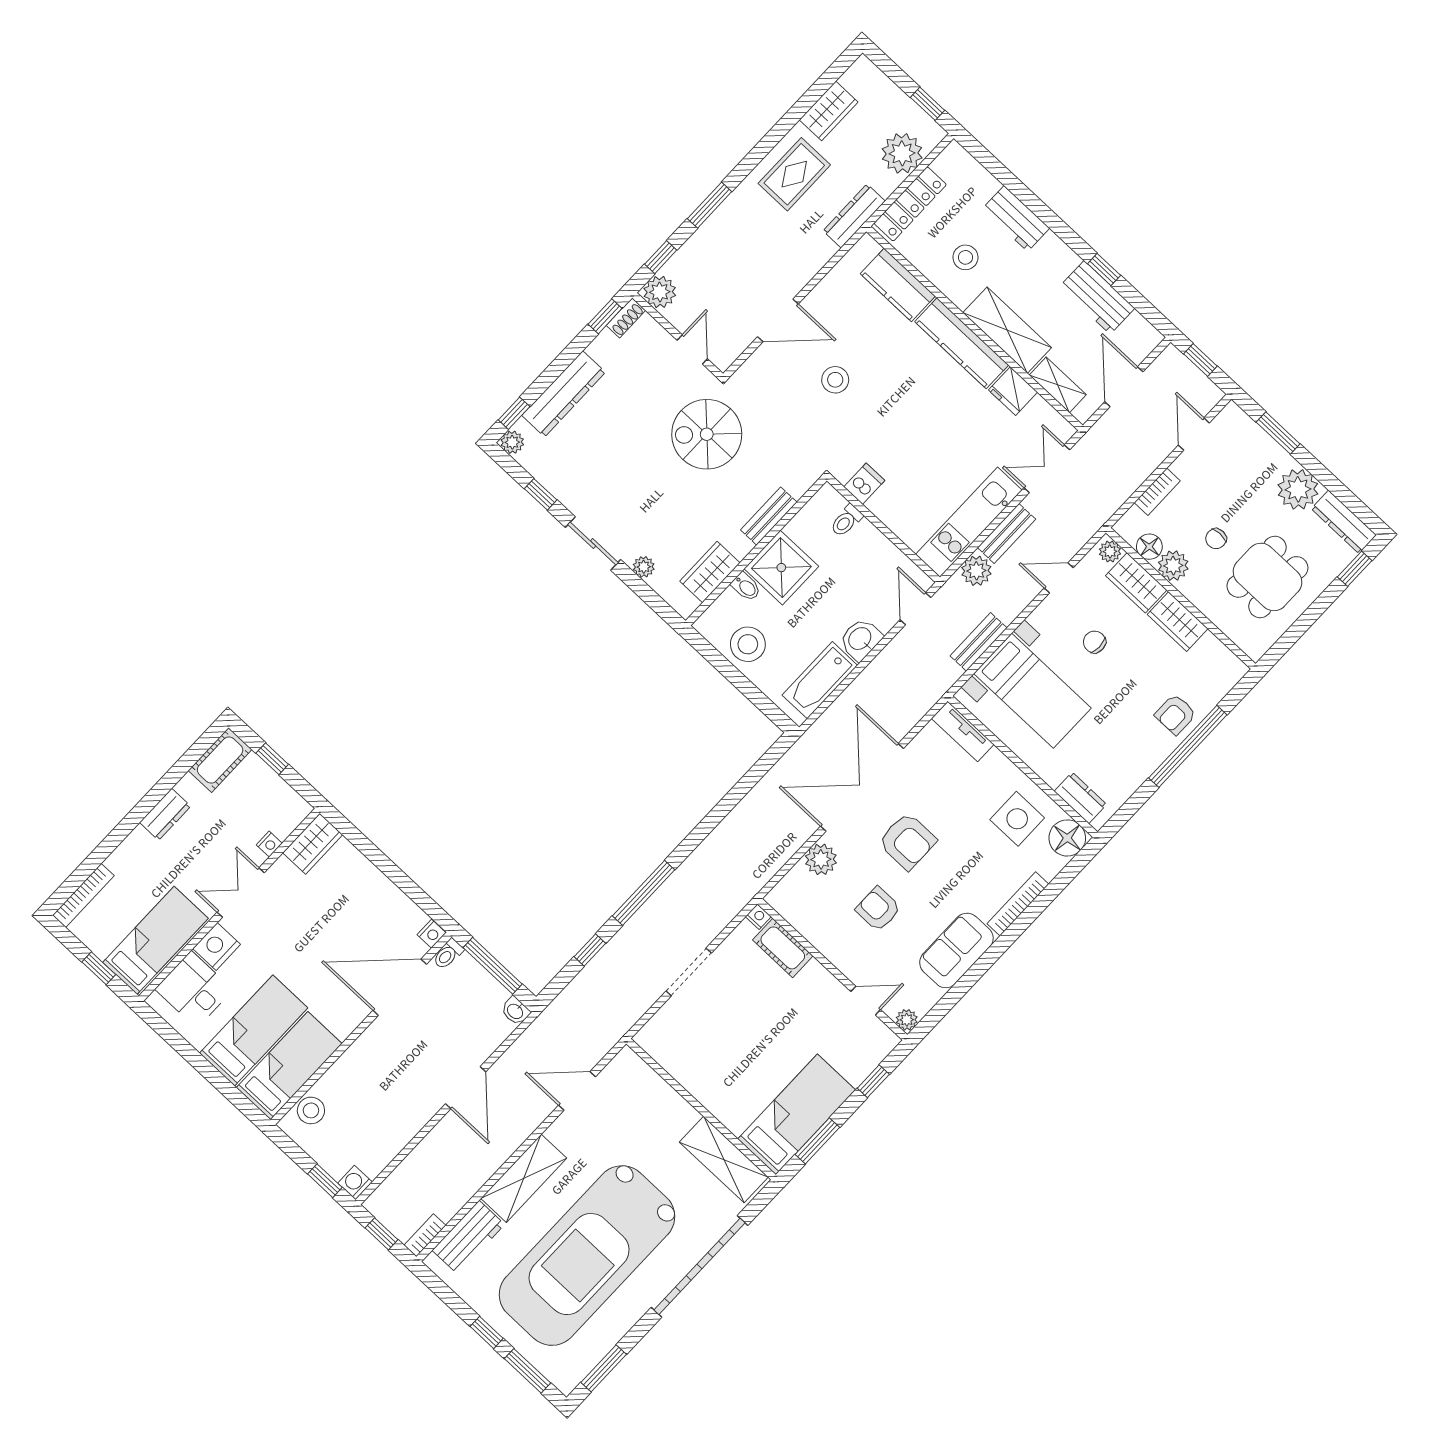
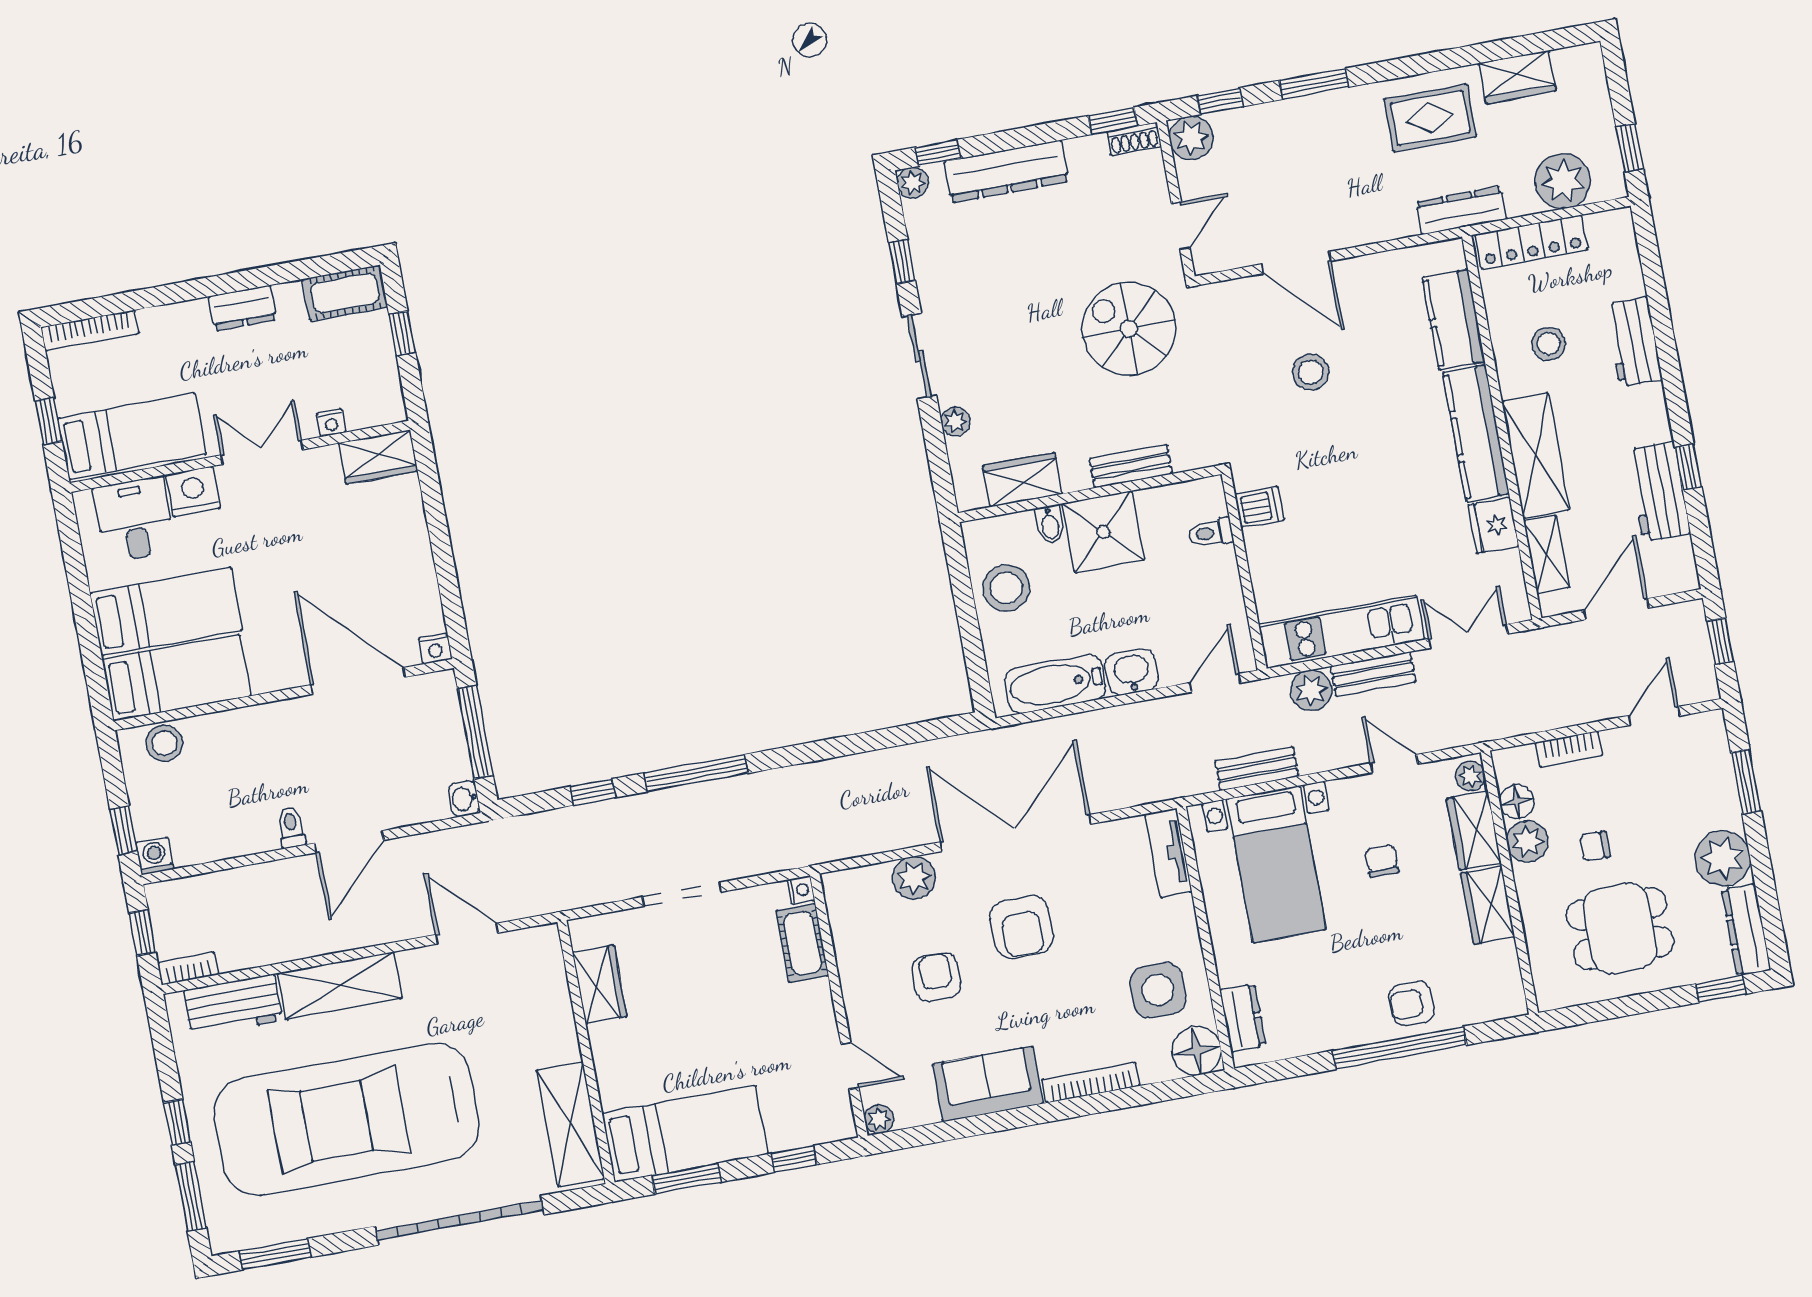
toilet: (448, 954) -> (291, 827), moved, turned 90
wardrobe: (679, 1063) -> (600, 985), added

